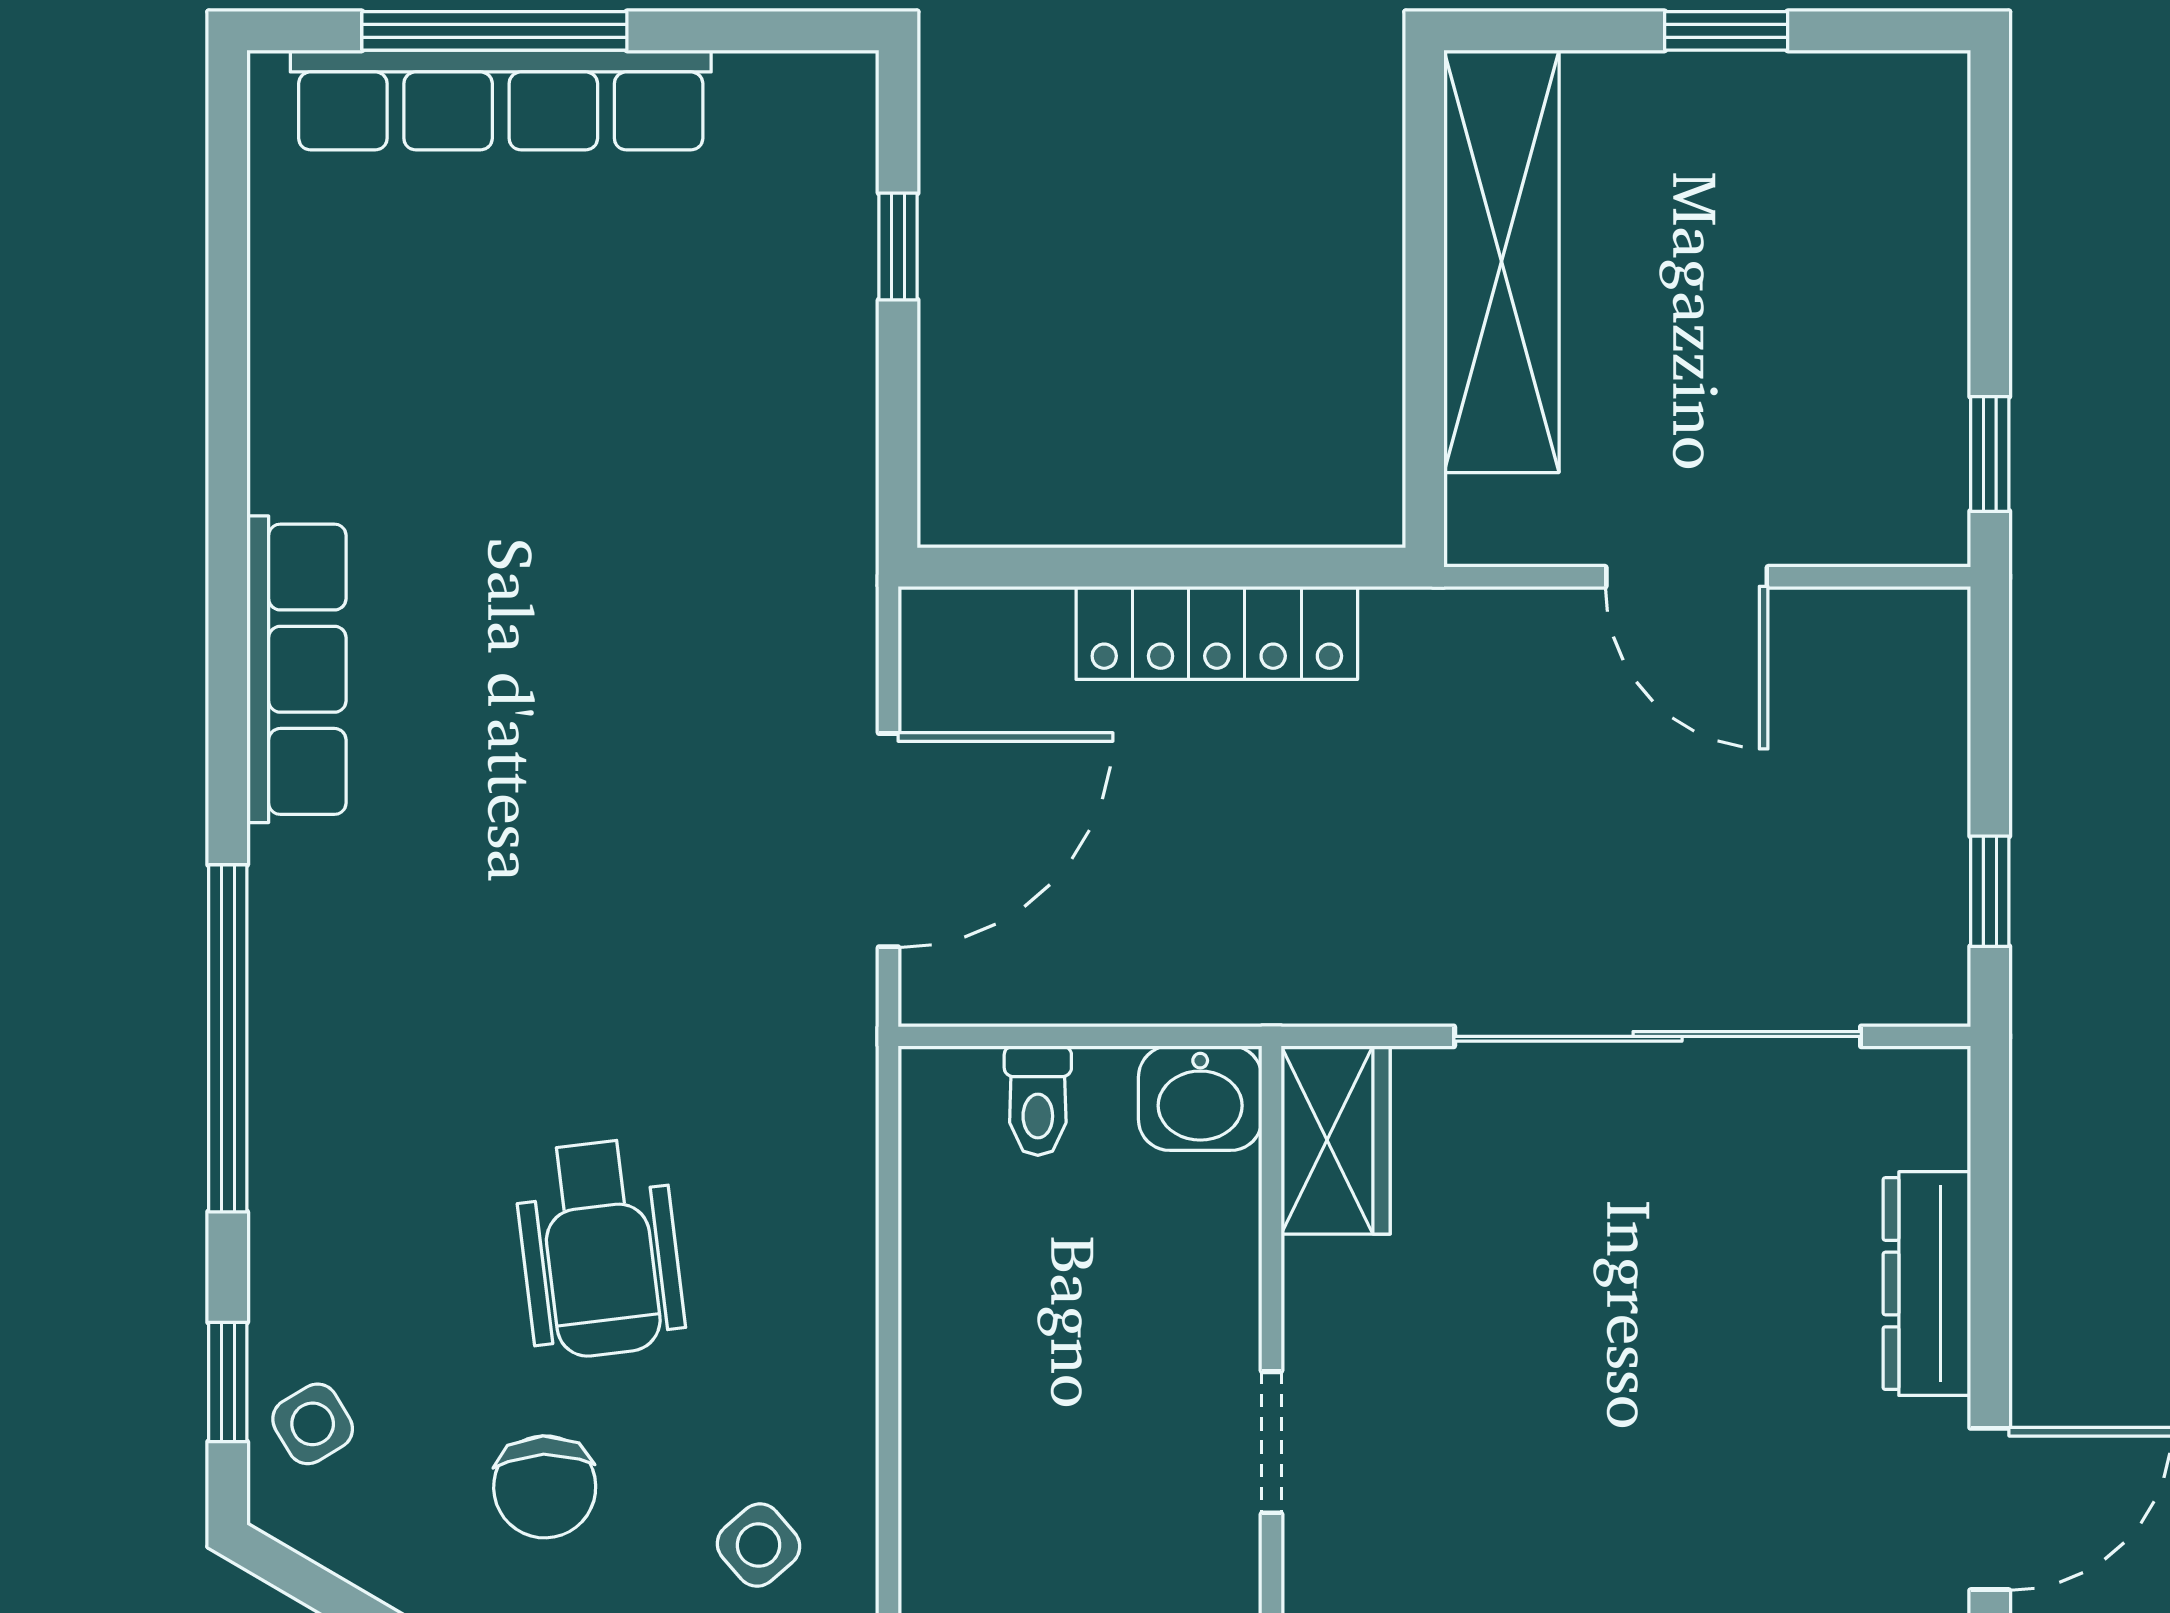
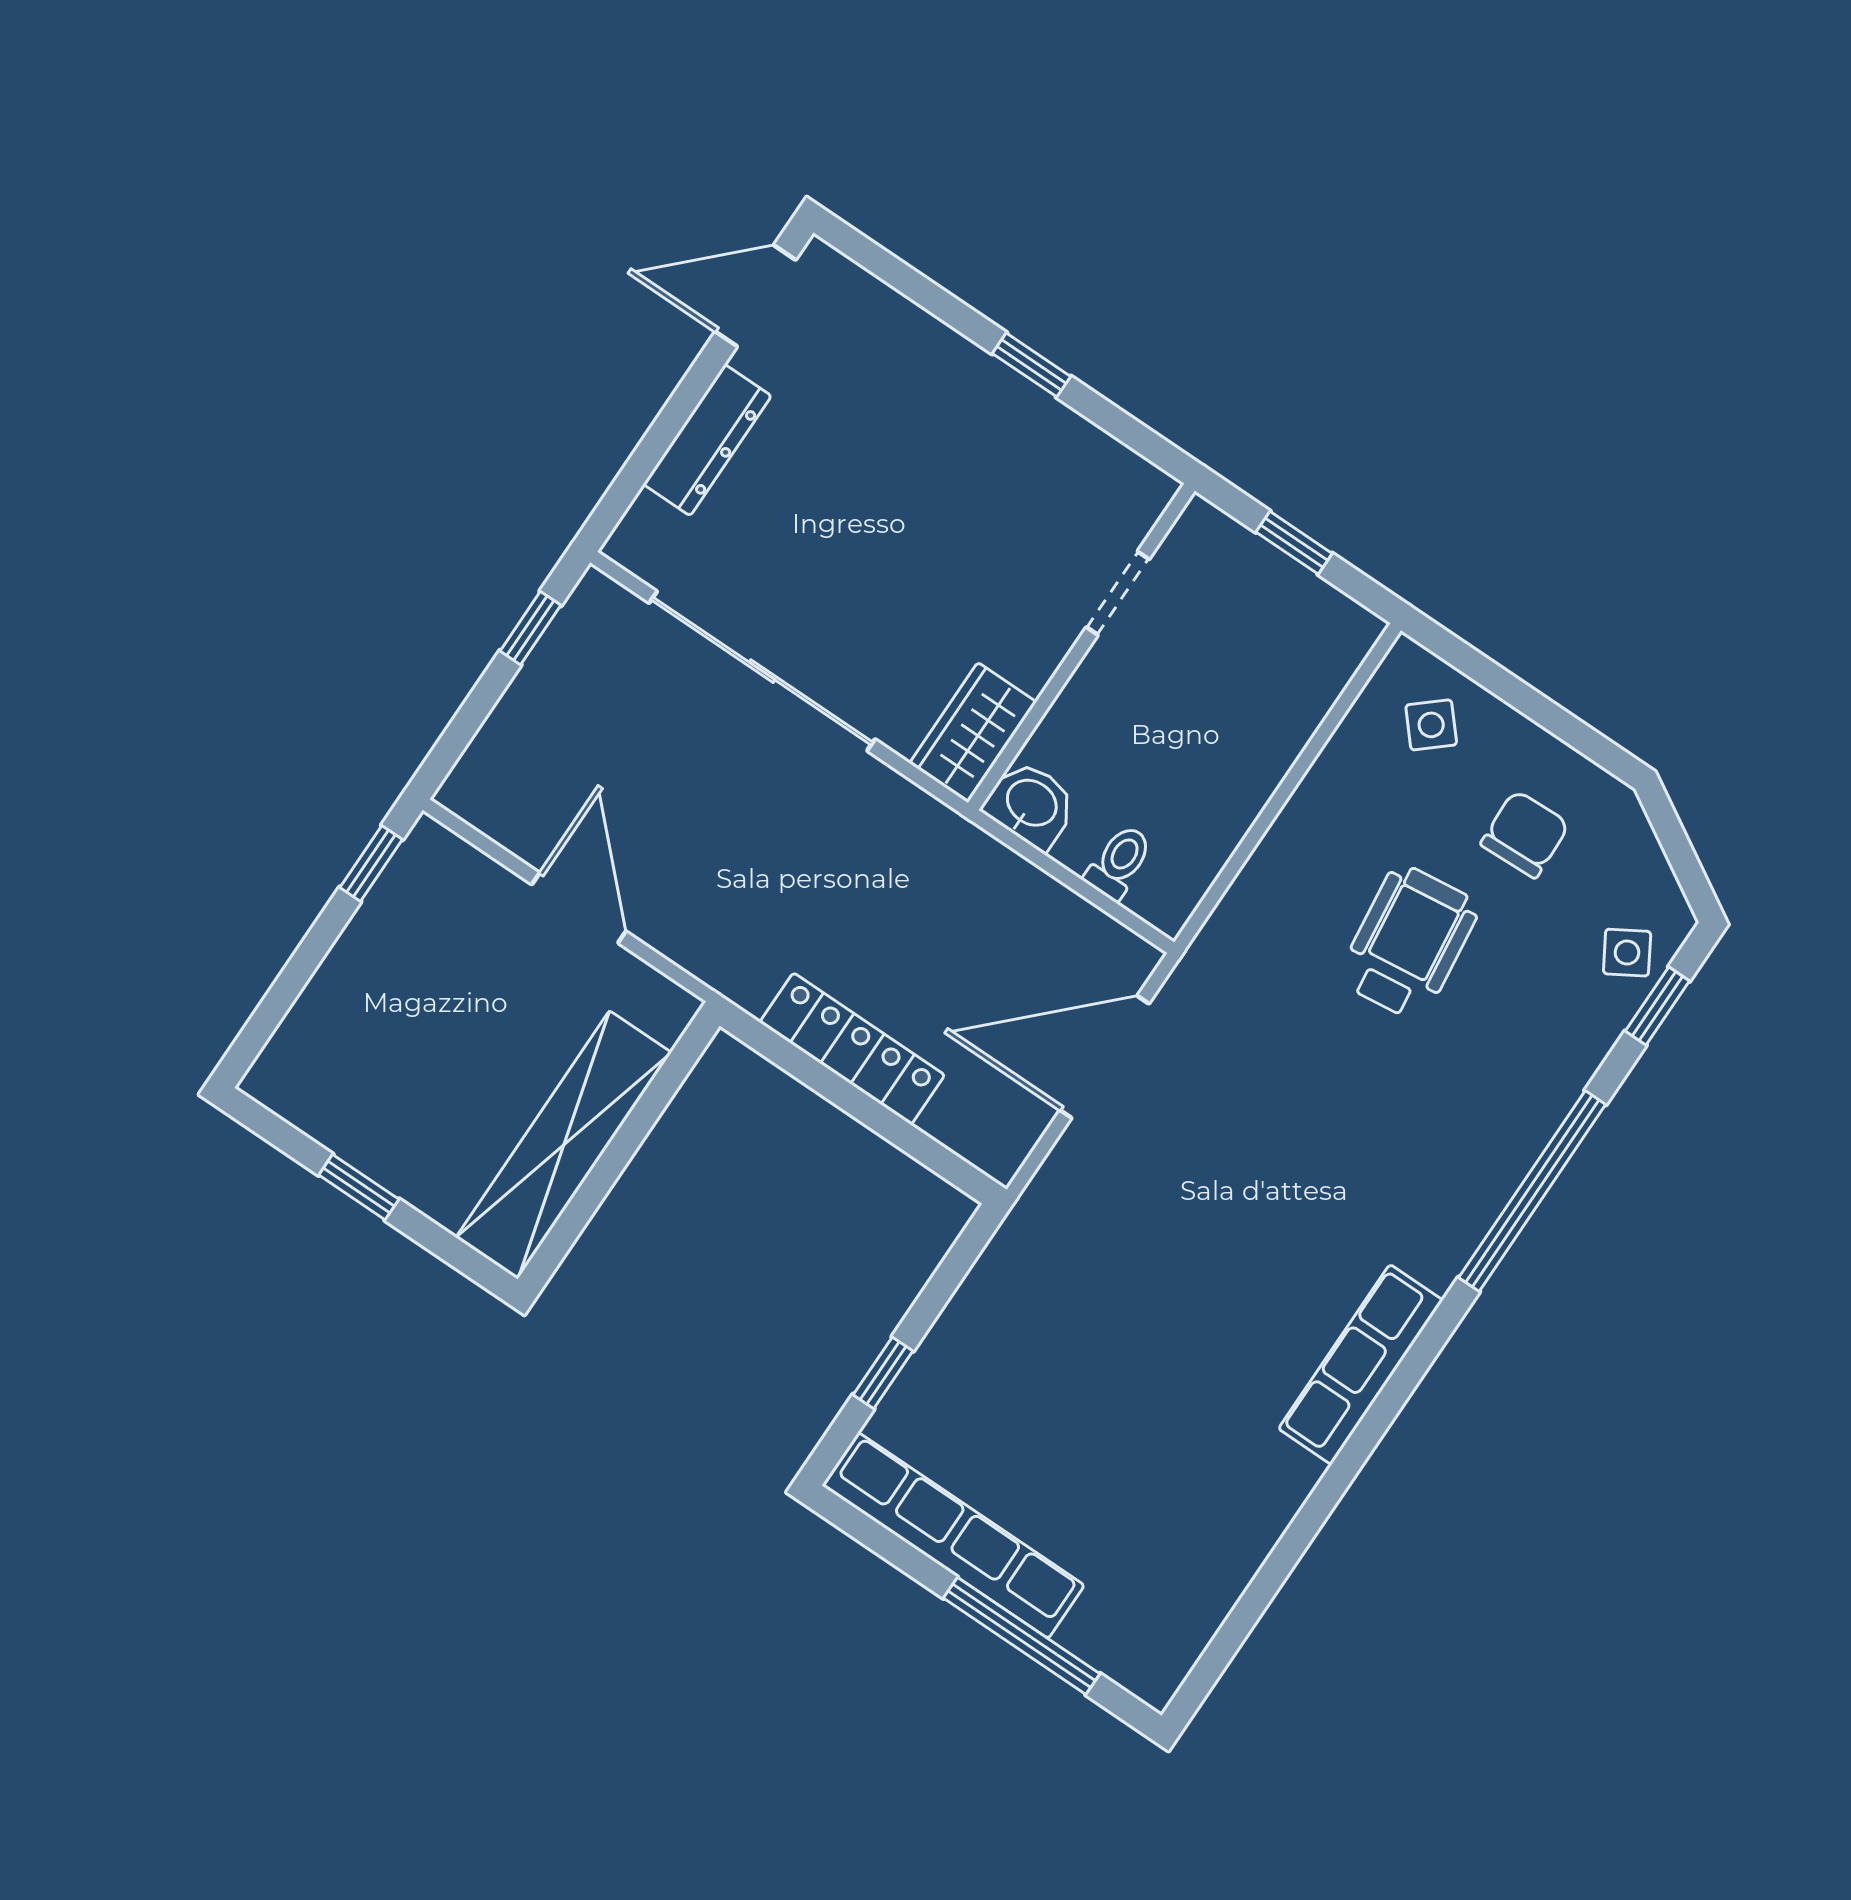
row of seats: (501, 100) -> (953, 1535), moved

